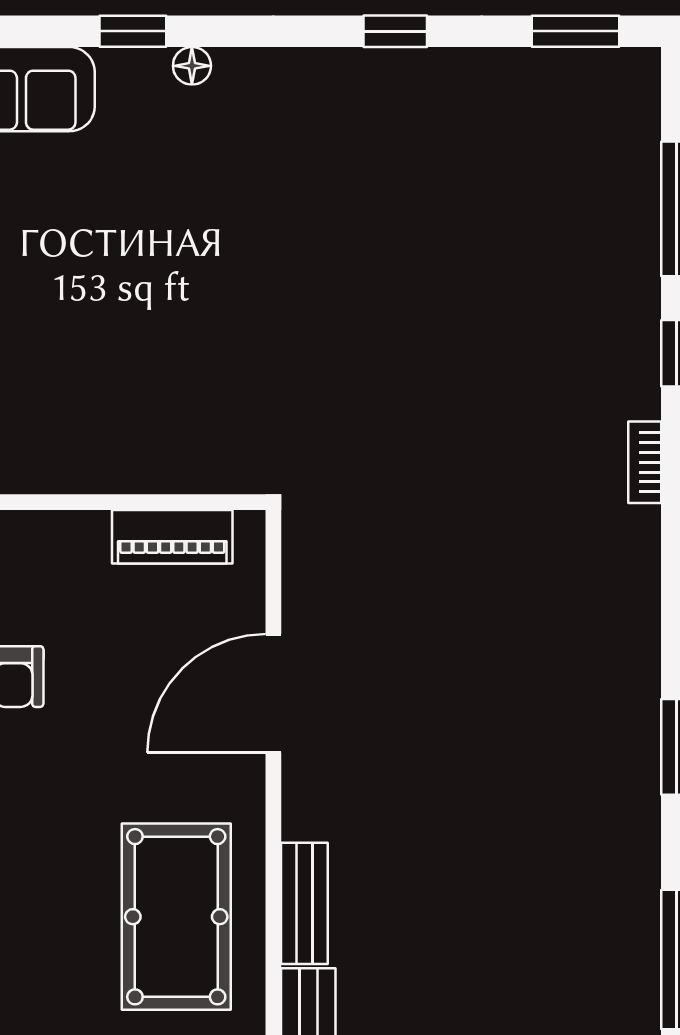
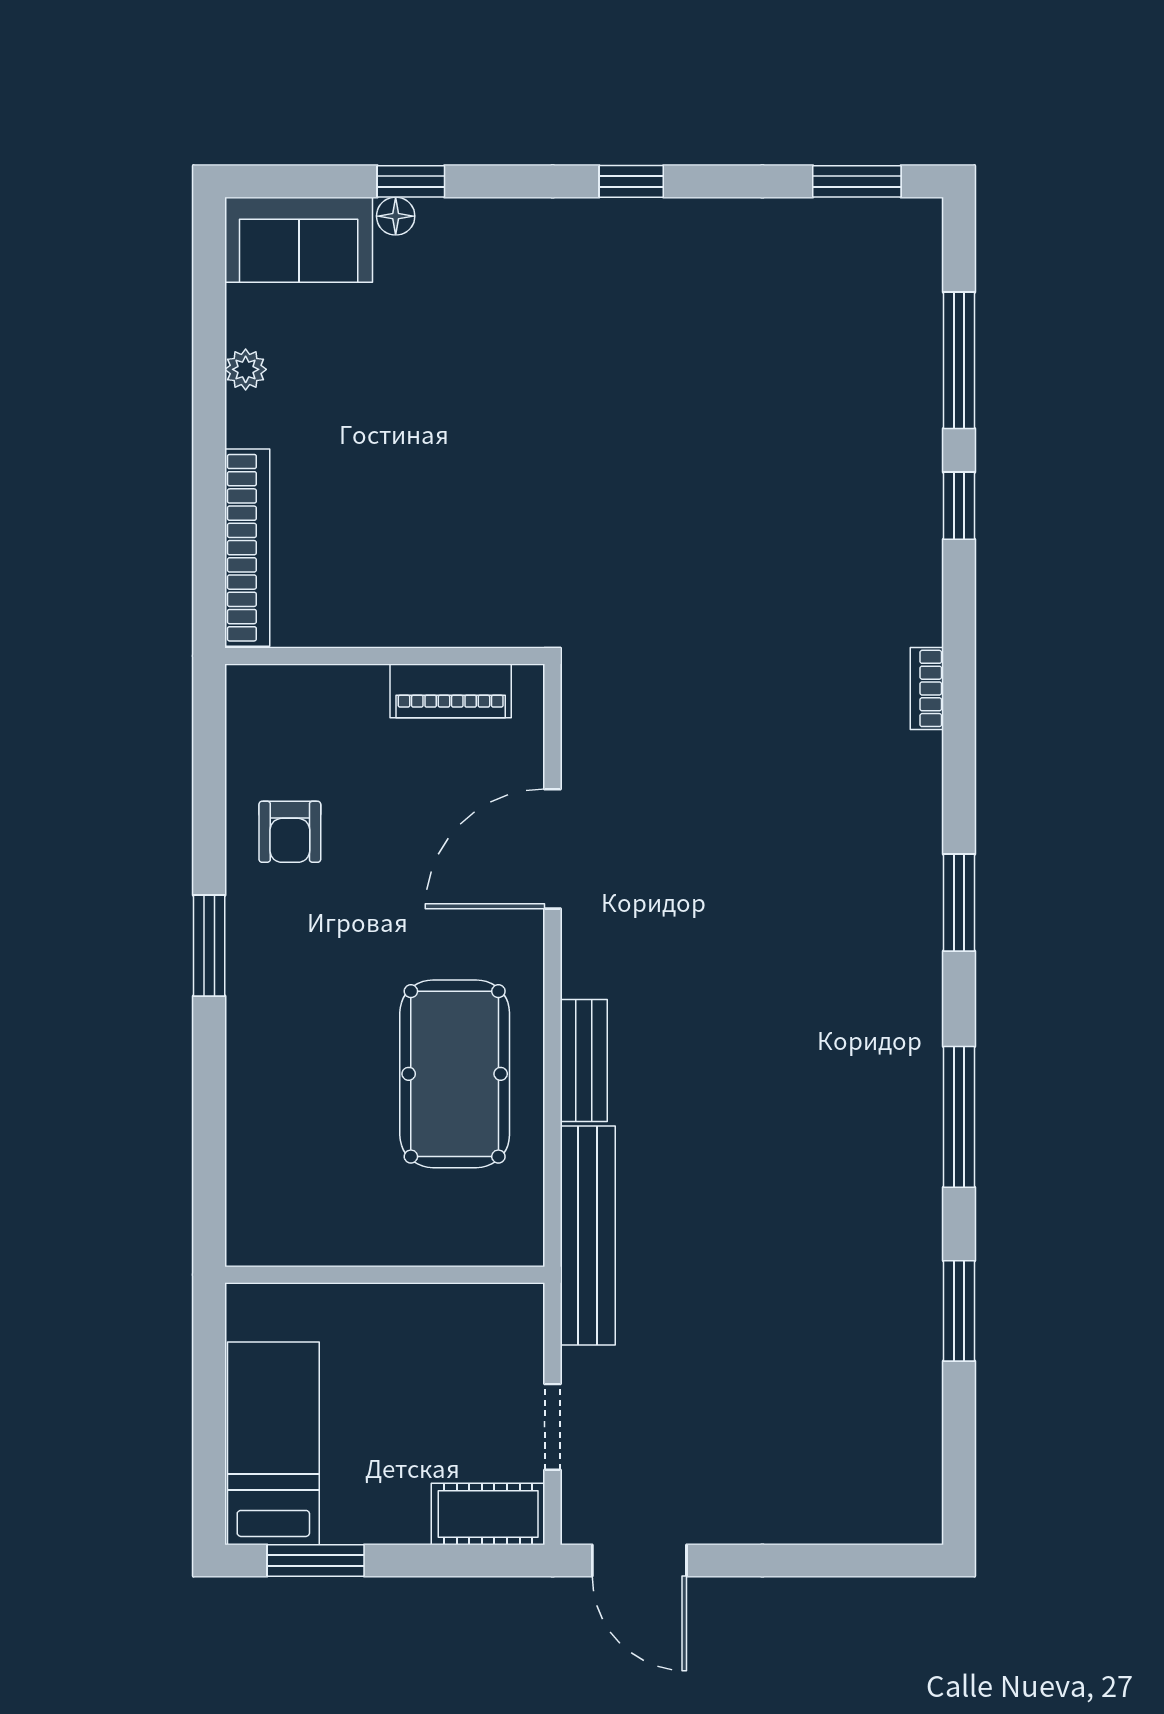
window: (395, 31) -> (631, 181), moved
floor lamp: (192, 66) -> (396, 216), moved
bookcase: (645, 462) -> (927, 688), moved

